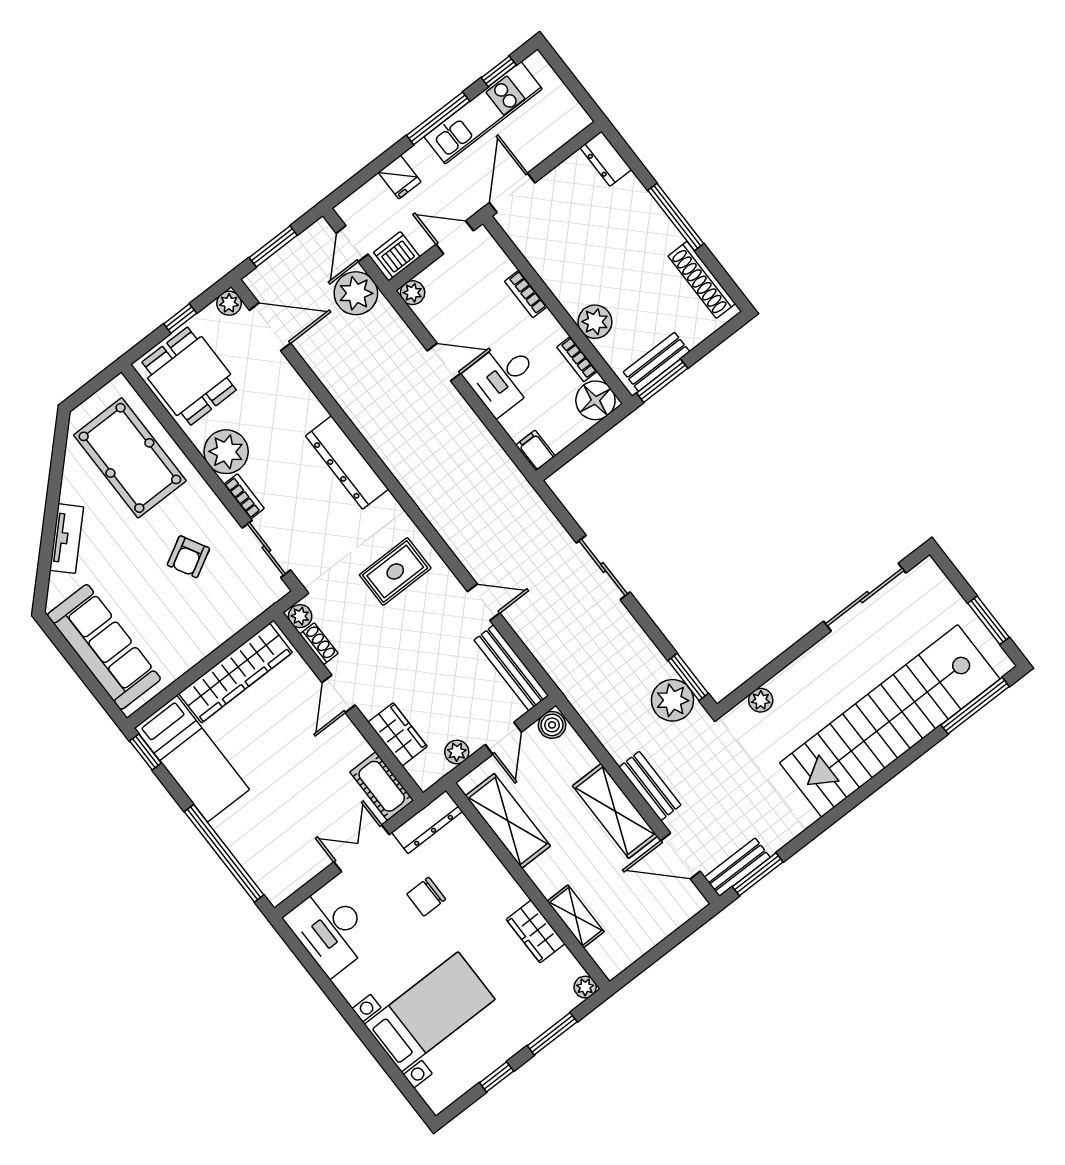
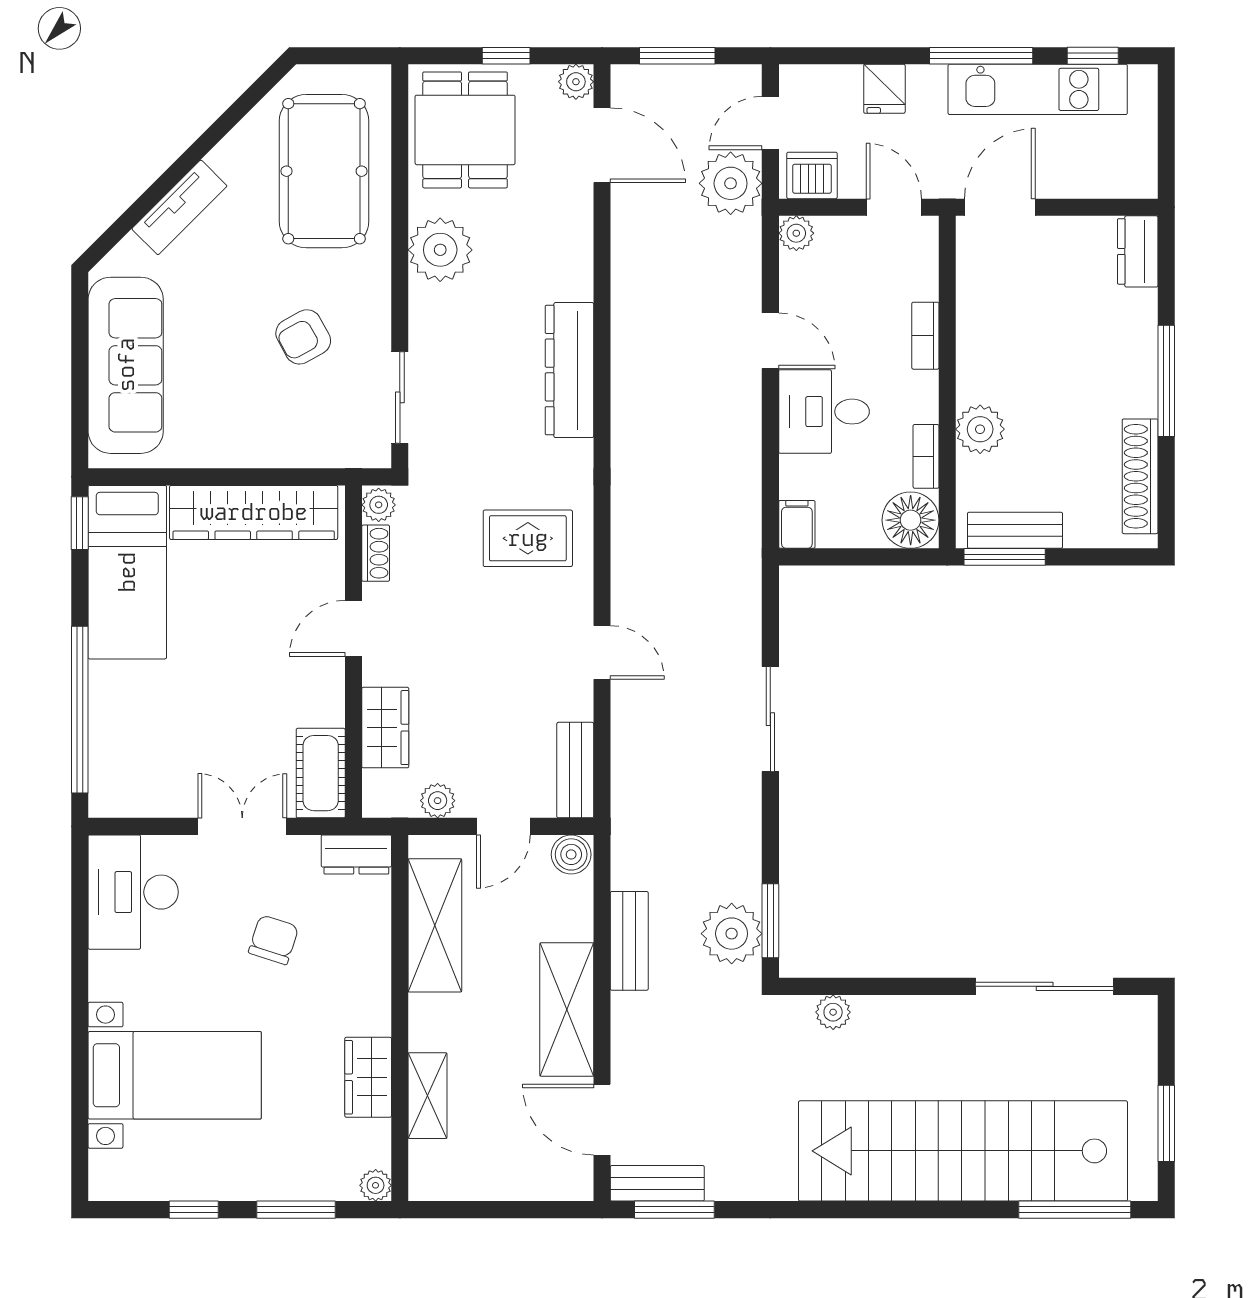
bookcase: (244, 496) -> (421, 317), removed
bench: (511, 668) -> (575, 770), width x0.73
bench: (650, 786) -> (629, 941), moved
dresser: (427, 822) -> (356, 855), width x0.70
chair: (426, 897) -> (274, 940), turned 108

